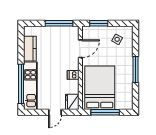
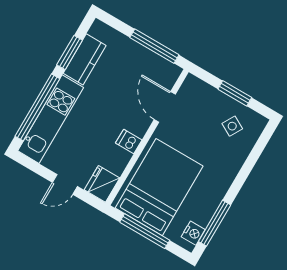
window: (99, 23) -> (235, 93), moved
window: (21, 49) -> (70, 52), added
door: (80, 49) -> (165, 107), swing flipped
window: (135, 69) -> (215, 223), moved
nightstand: (128, 100) -> (193, 233), added

